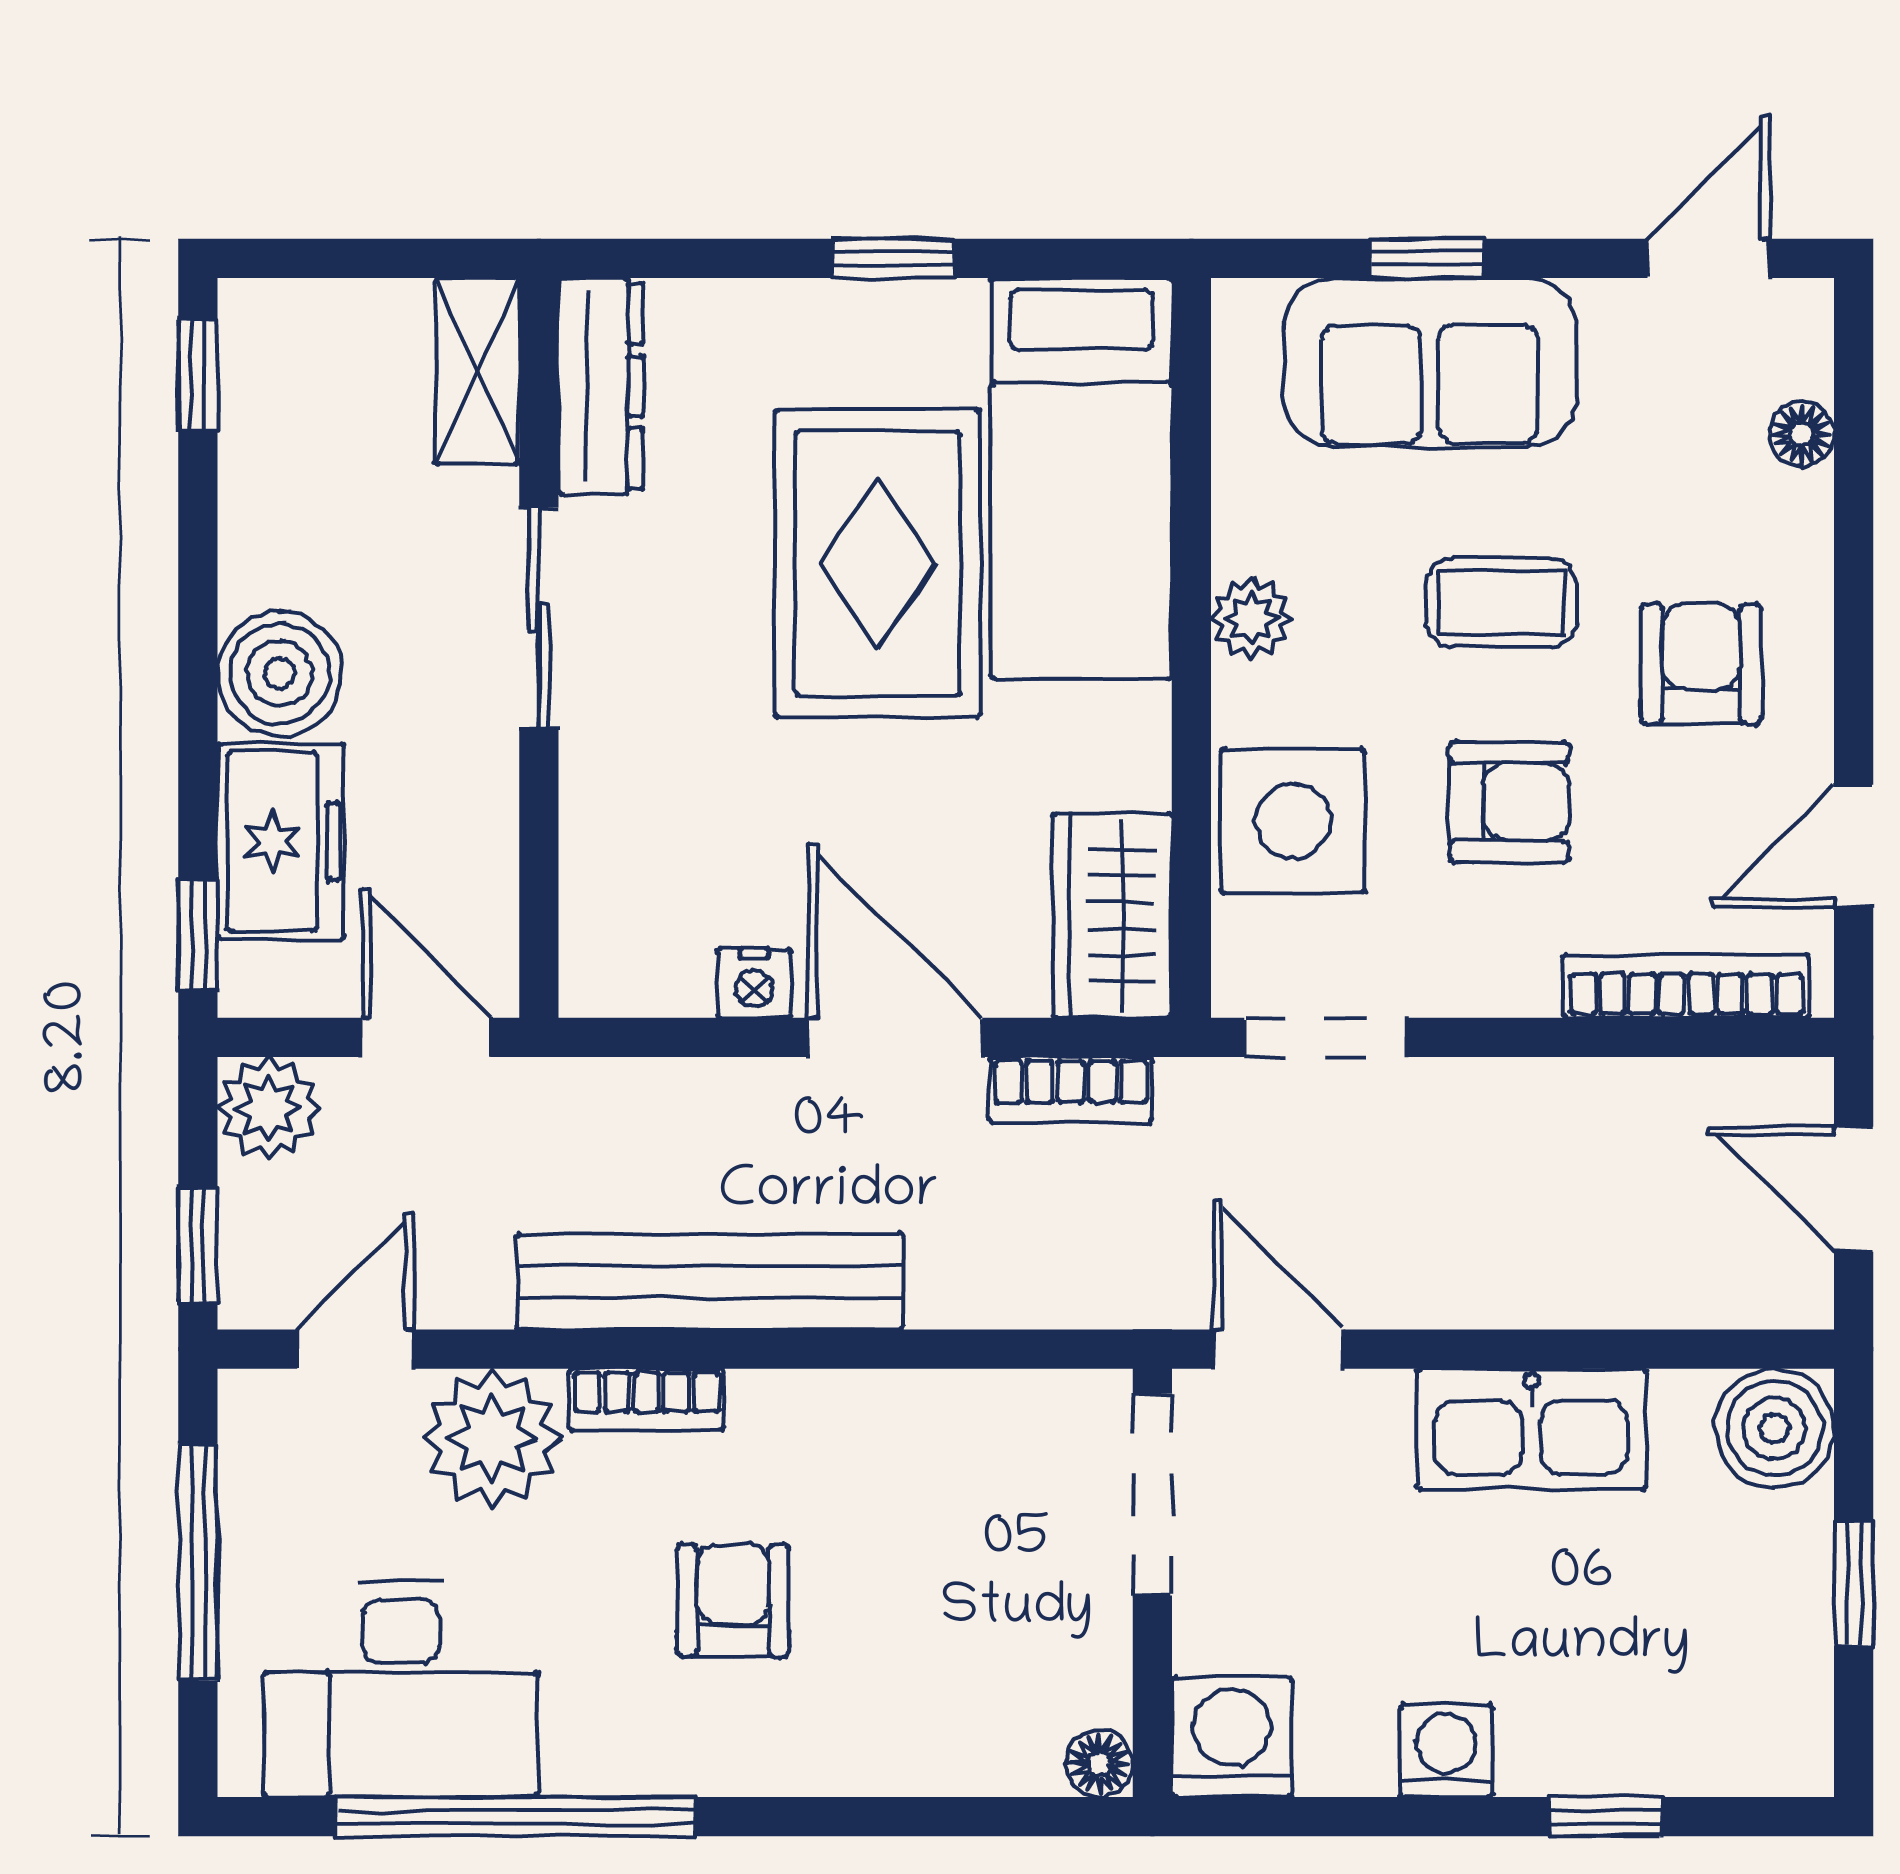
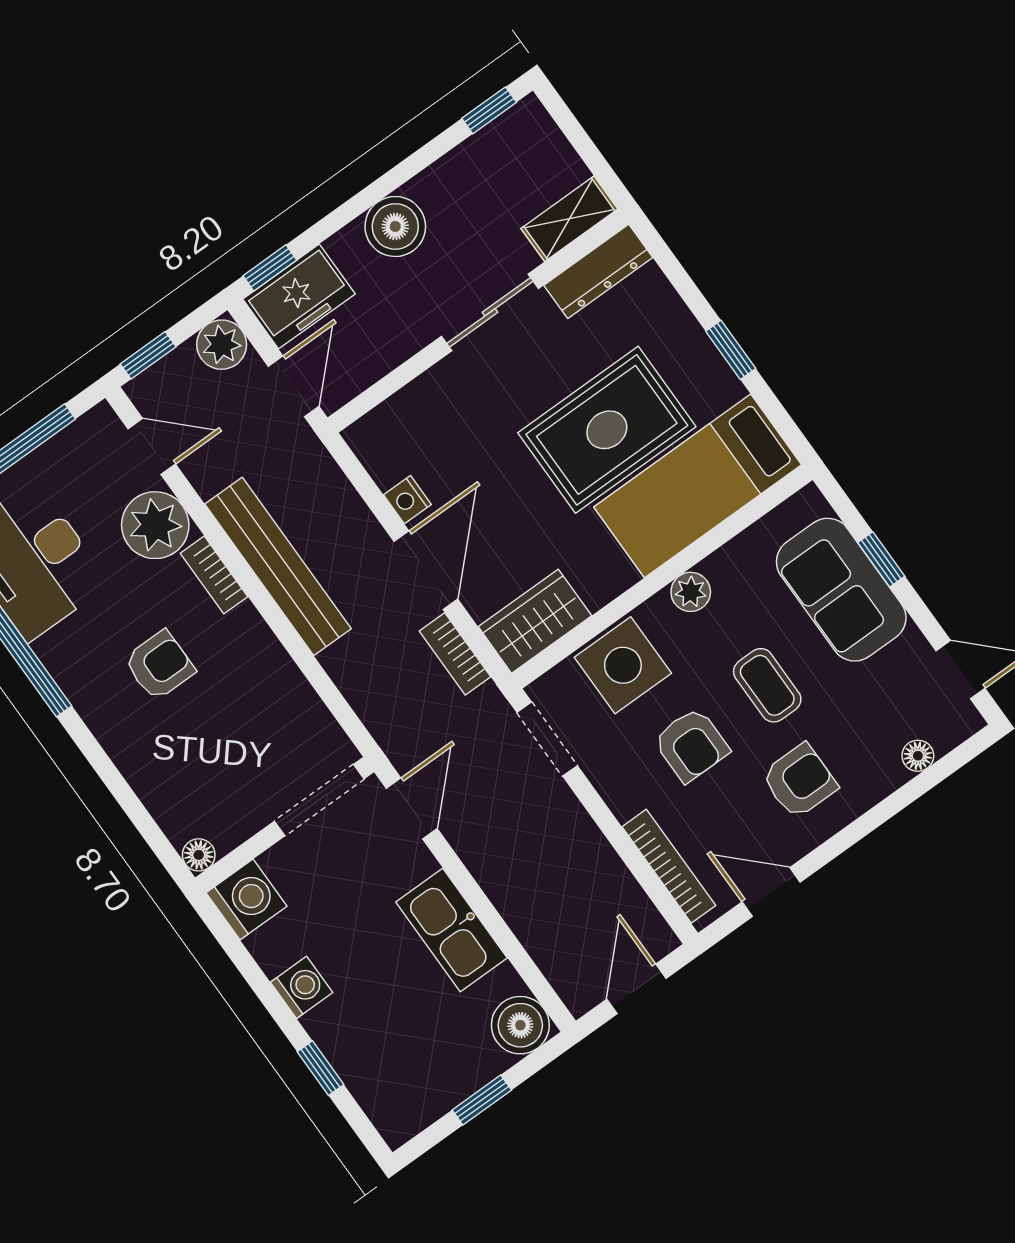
freezer: (281, 842) -> (299, 296), moved

